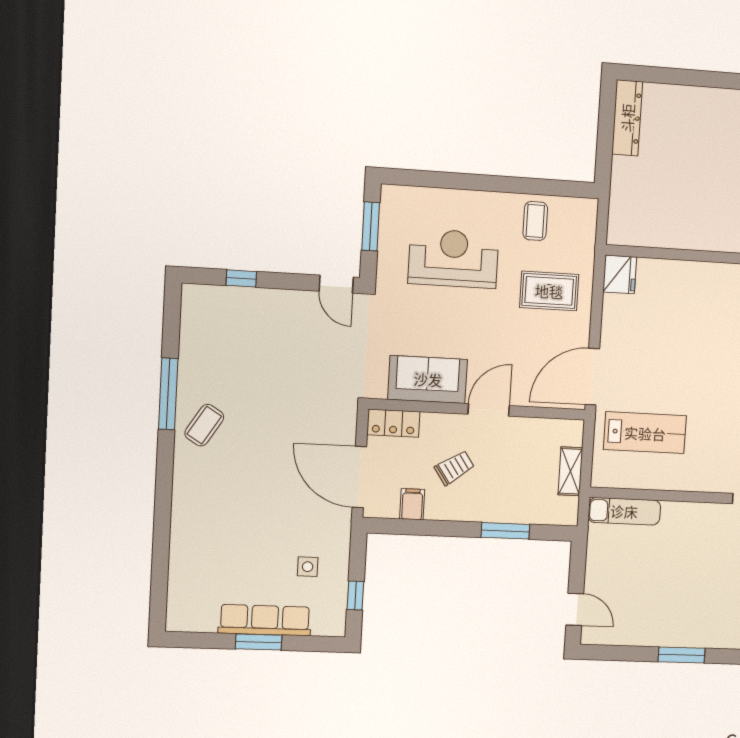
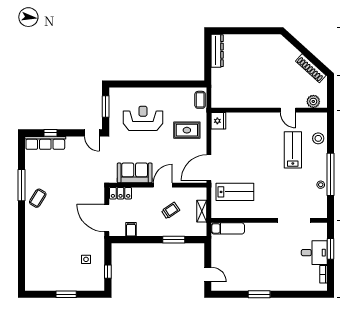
coffee table: (535, 221) -> (200, 100), moved
trolley: (454, 468) -> (171, 211), moved
row of seats: (265, 620) -> (45, 143), moved, turned 180

